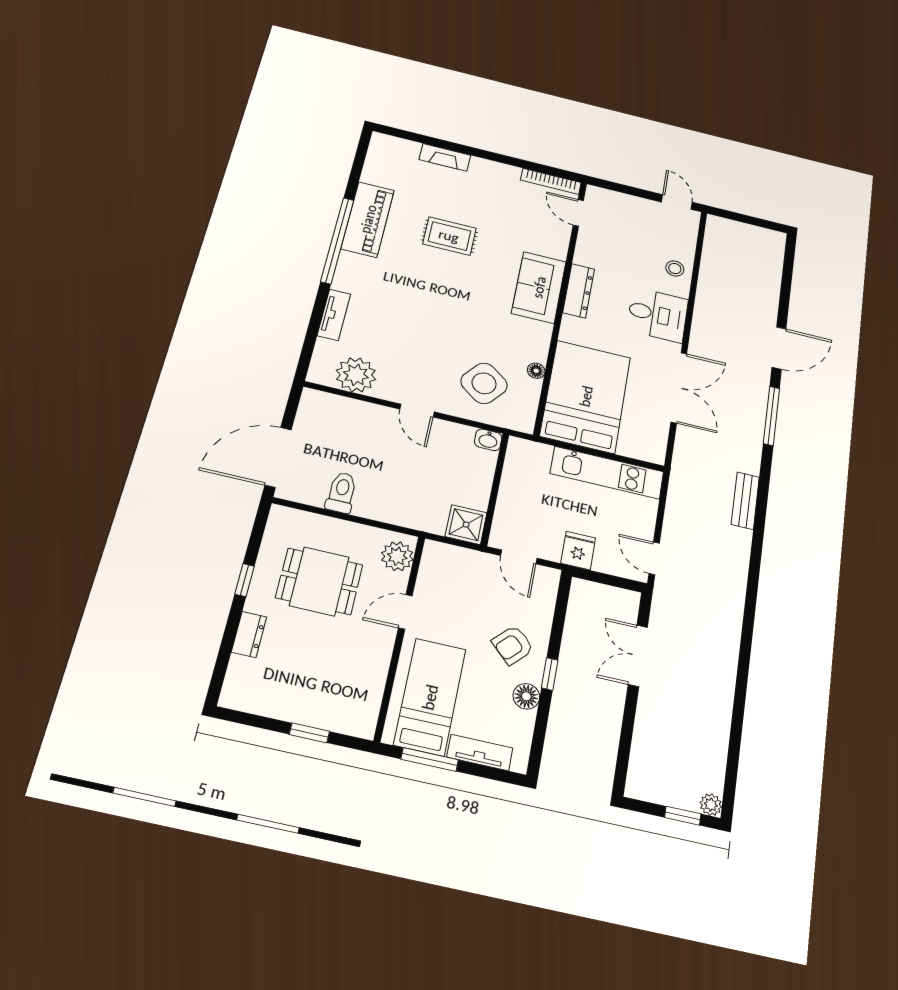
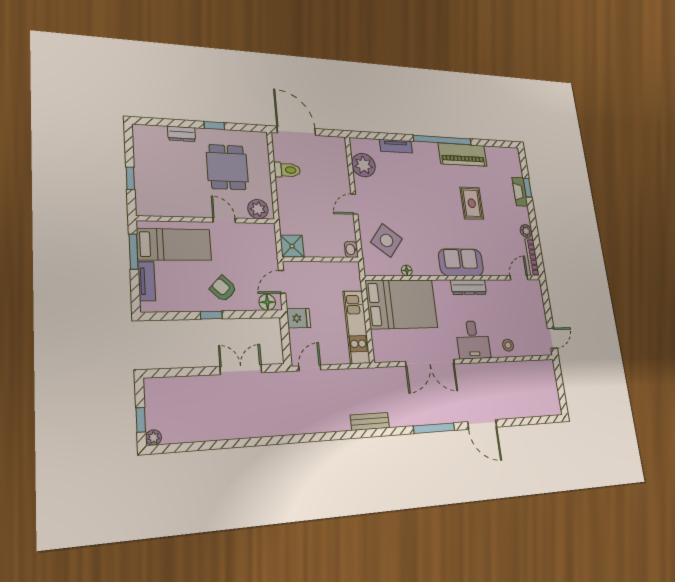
window: (441, 144) -> (527, 188), added
plant: (509, 173) -> (526, 231), added
floor lamp: (526, 696) -> (267, 302), moved

